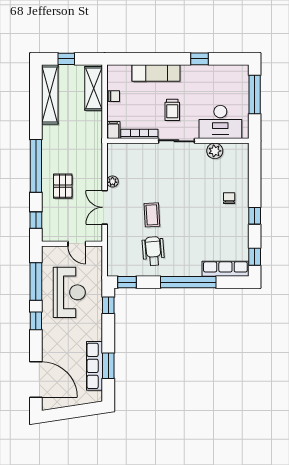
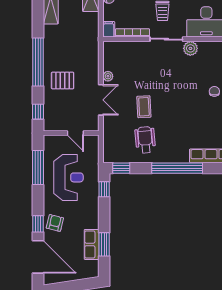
plant: (215, 151) -> (190, 48), moved
pallet: (63, 186) -> (63, 81), turned 90
double door: (105, 207) -> (101, 100), swing flipped
window: (36, 321) -> (38, 224), moved
armchair: (54, 342) -> (55, 223), added
row of seats: (95, 366) -> (92, 244), width x0.68

